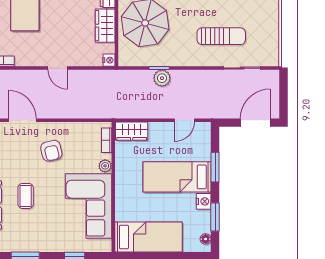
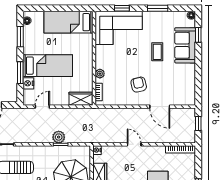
nightstand: (204, 201) -> (28, 83), moved
corner sofa: (88, 206) -> (119, 28), moved, turned 90

